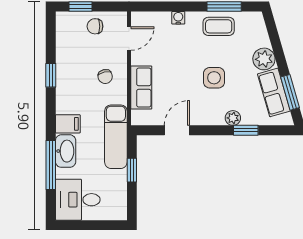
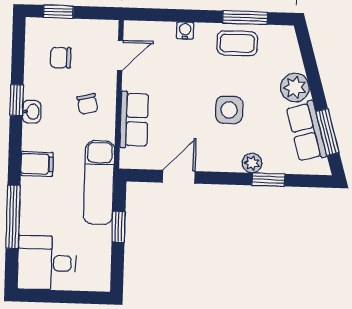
chair: (95, 26) -> (61, 58), moved
washbasin: (66, 151) -> (32, 112), moved, width x0.52, depth x0.69

